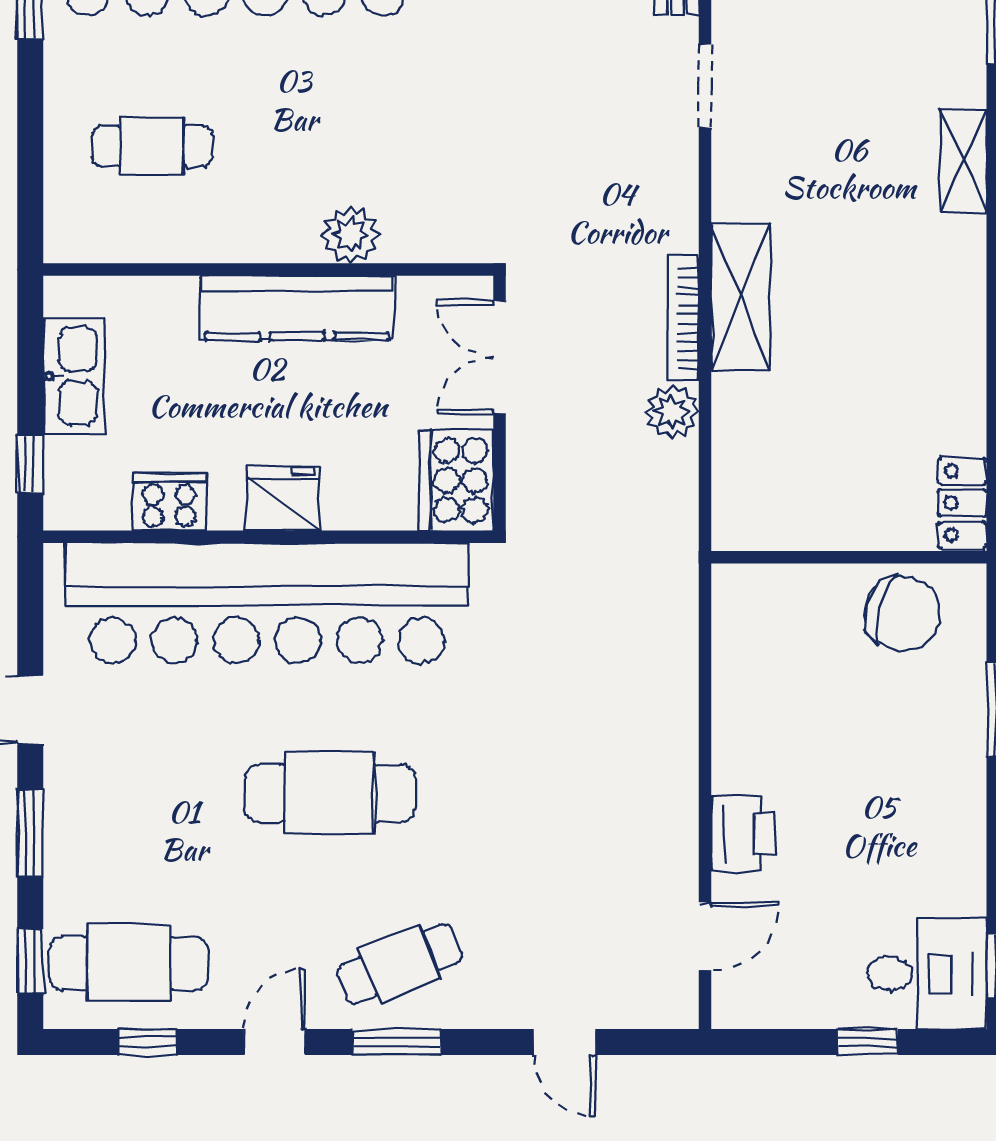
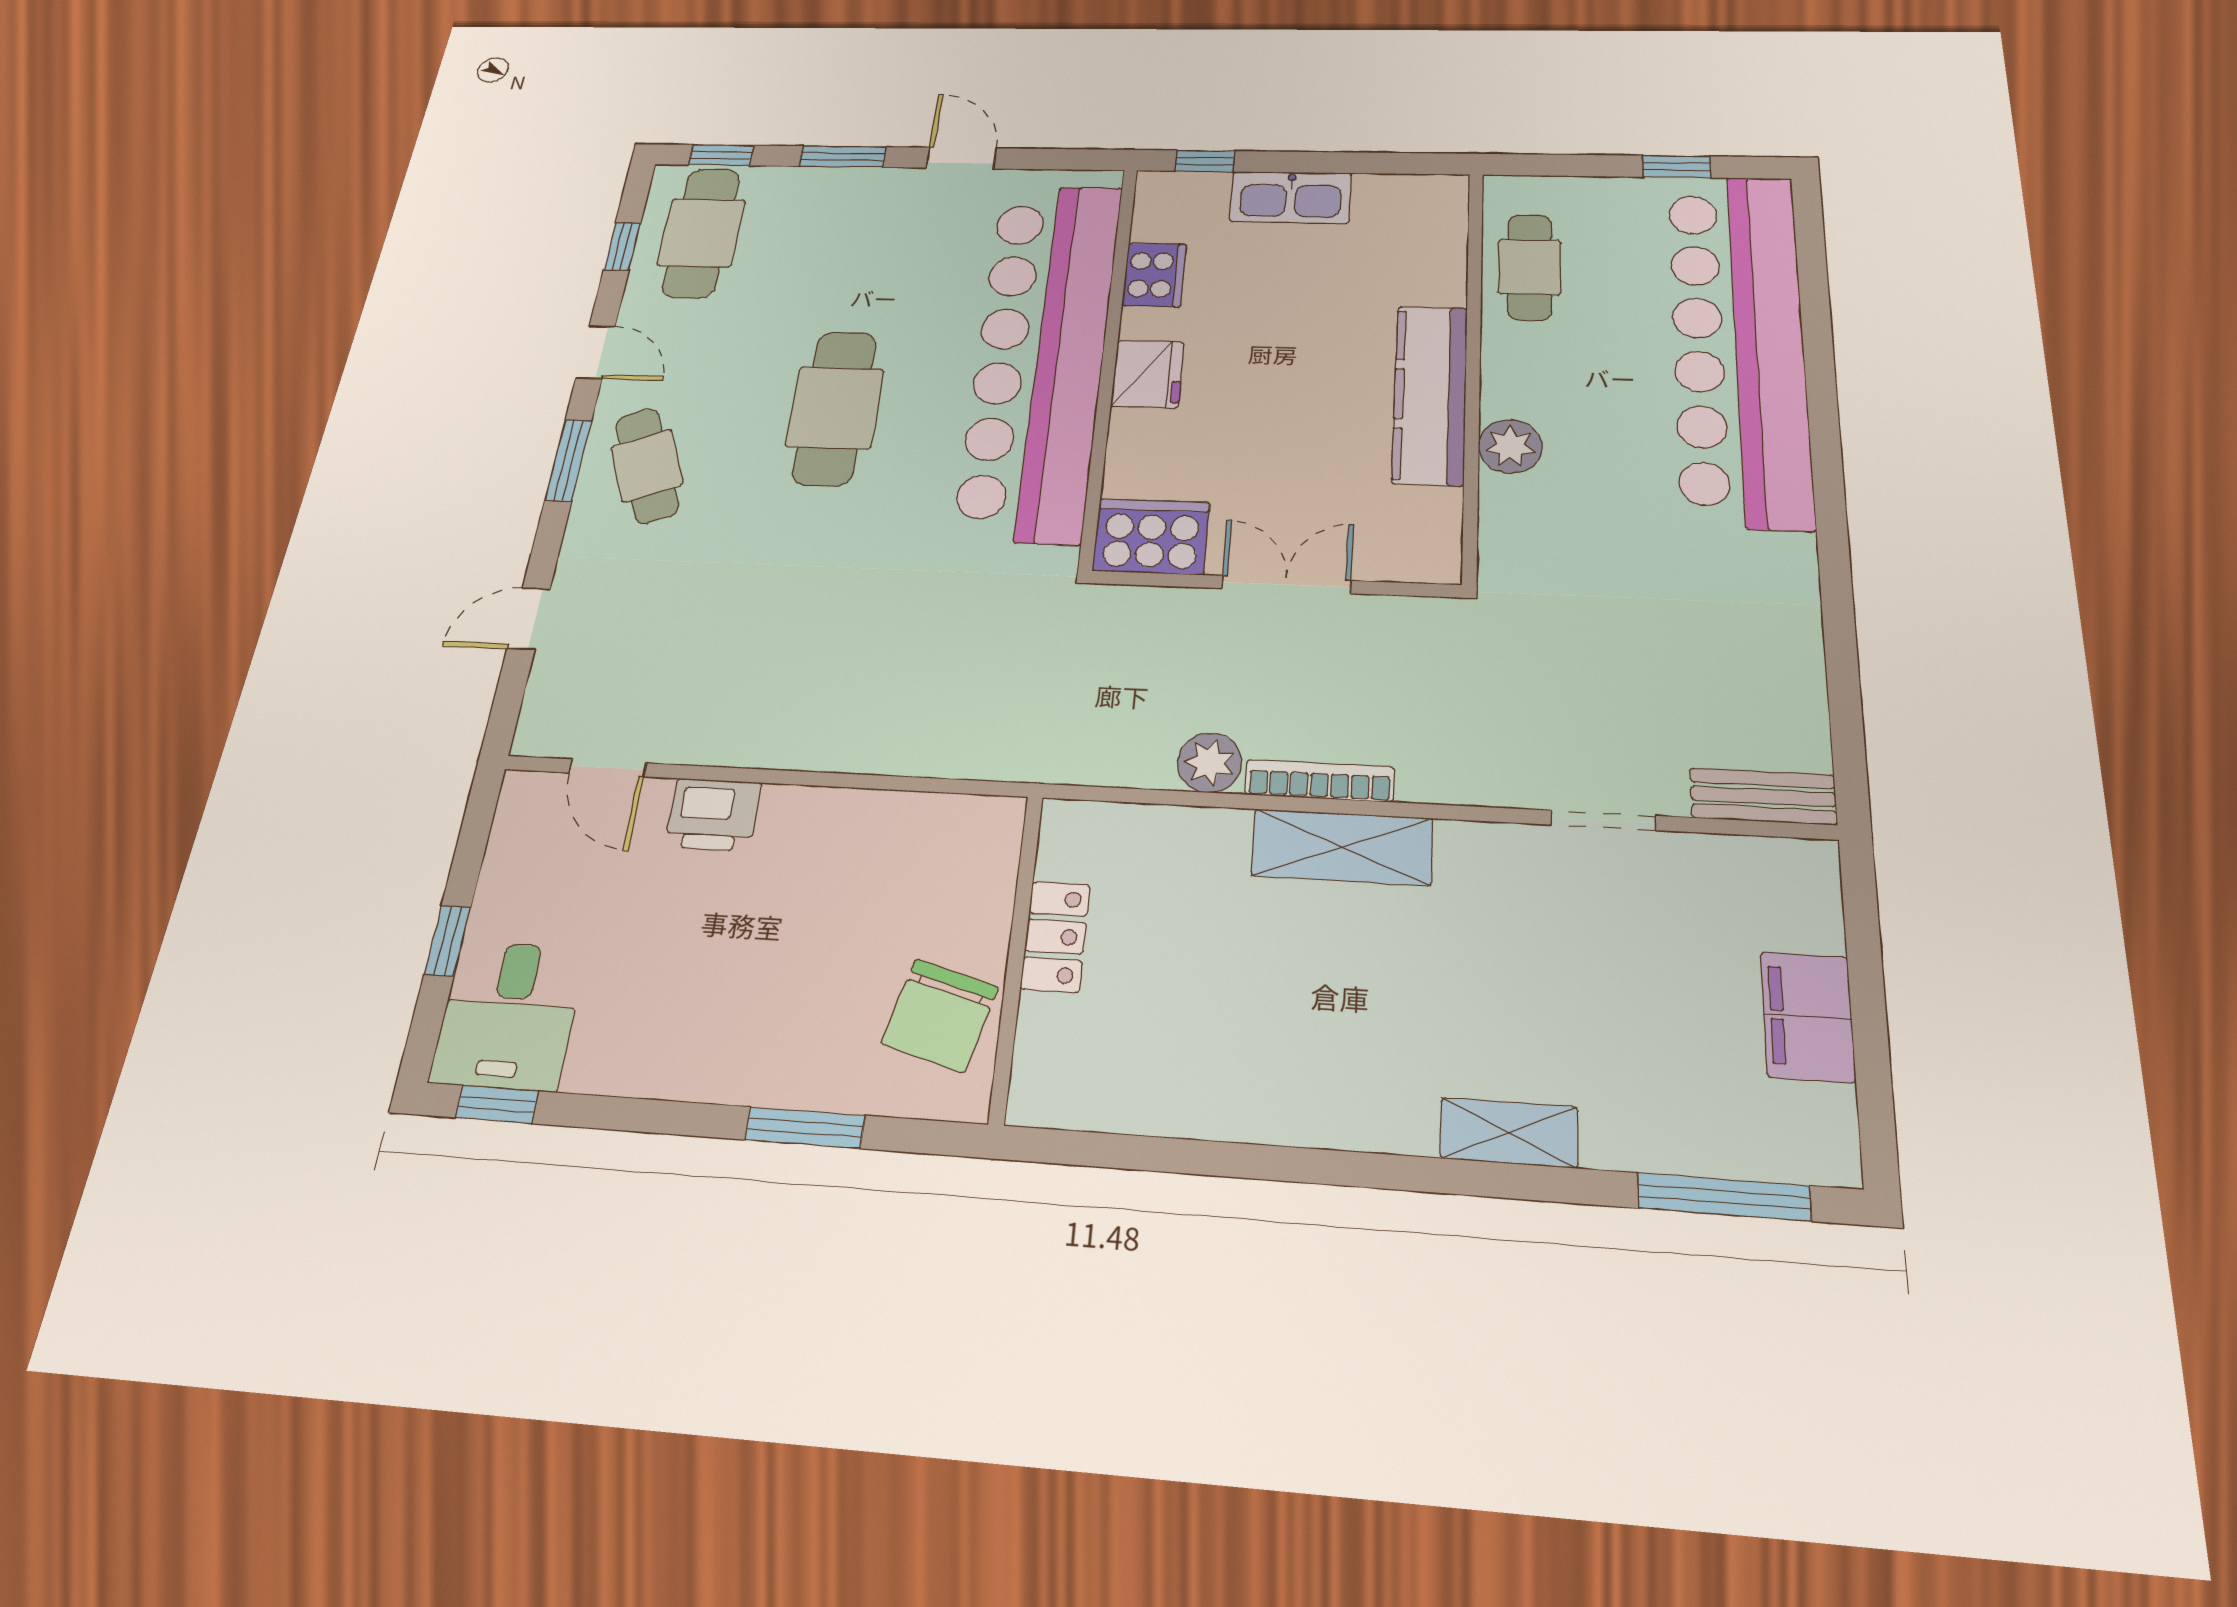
plant: (351, 235) -> (1510, 446), moved
wall: (268, 269) -> (1473, 369), moved
kitchen counter: (297, 308) -> (1430, 394), moved
locker: (962, 503) -> (1055, 937), moved, turned 90

